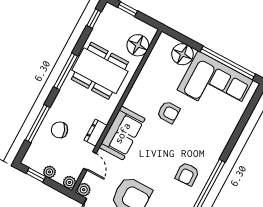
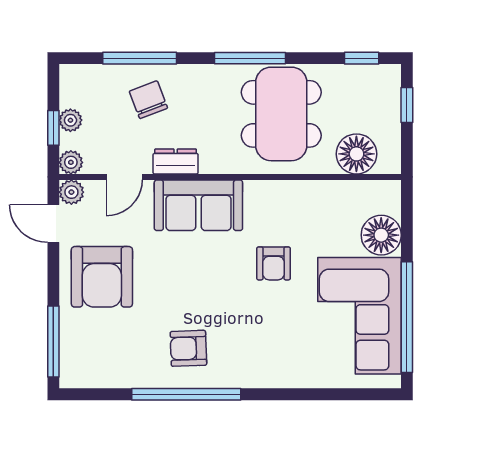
window: (36, 175) -> (53, 128), moved

